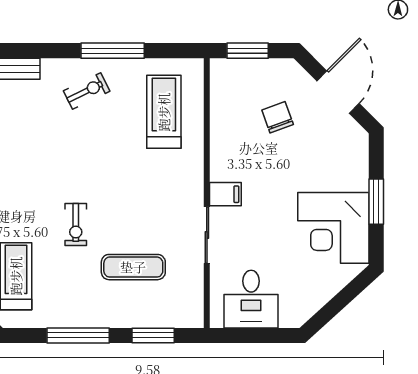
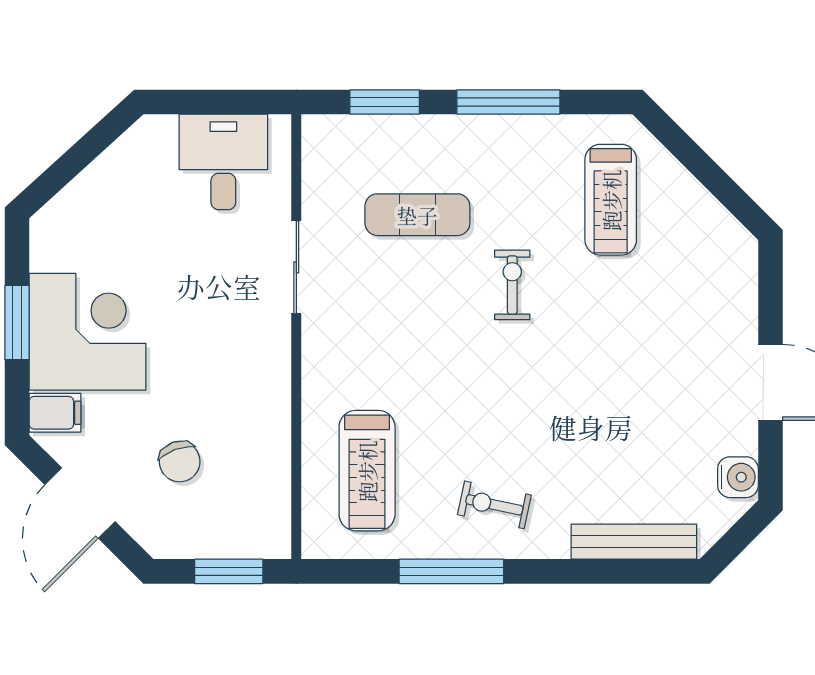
exercise bike: (87, 91) -> (494, 505), turned 38
filing cabinet: (225, 194) -> (55, 413), moved, turned 180
corner desk: (333, 228) -> (88, 332), moved

